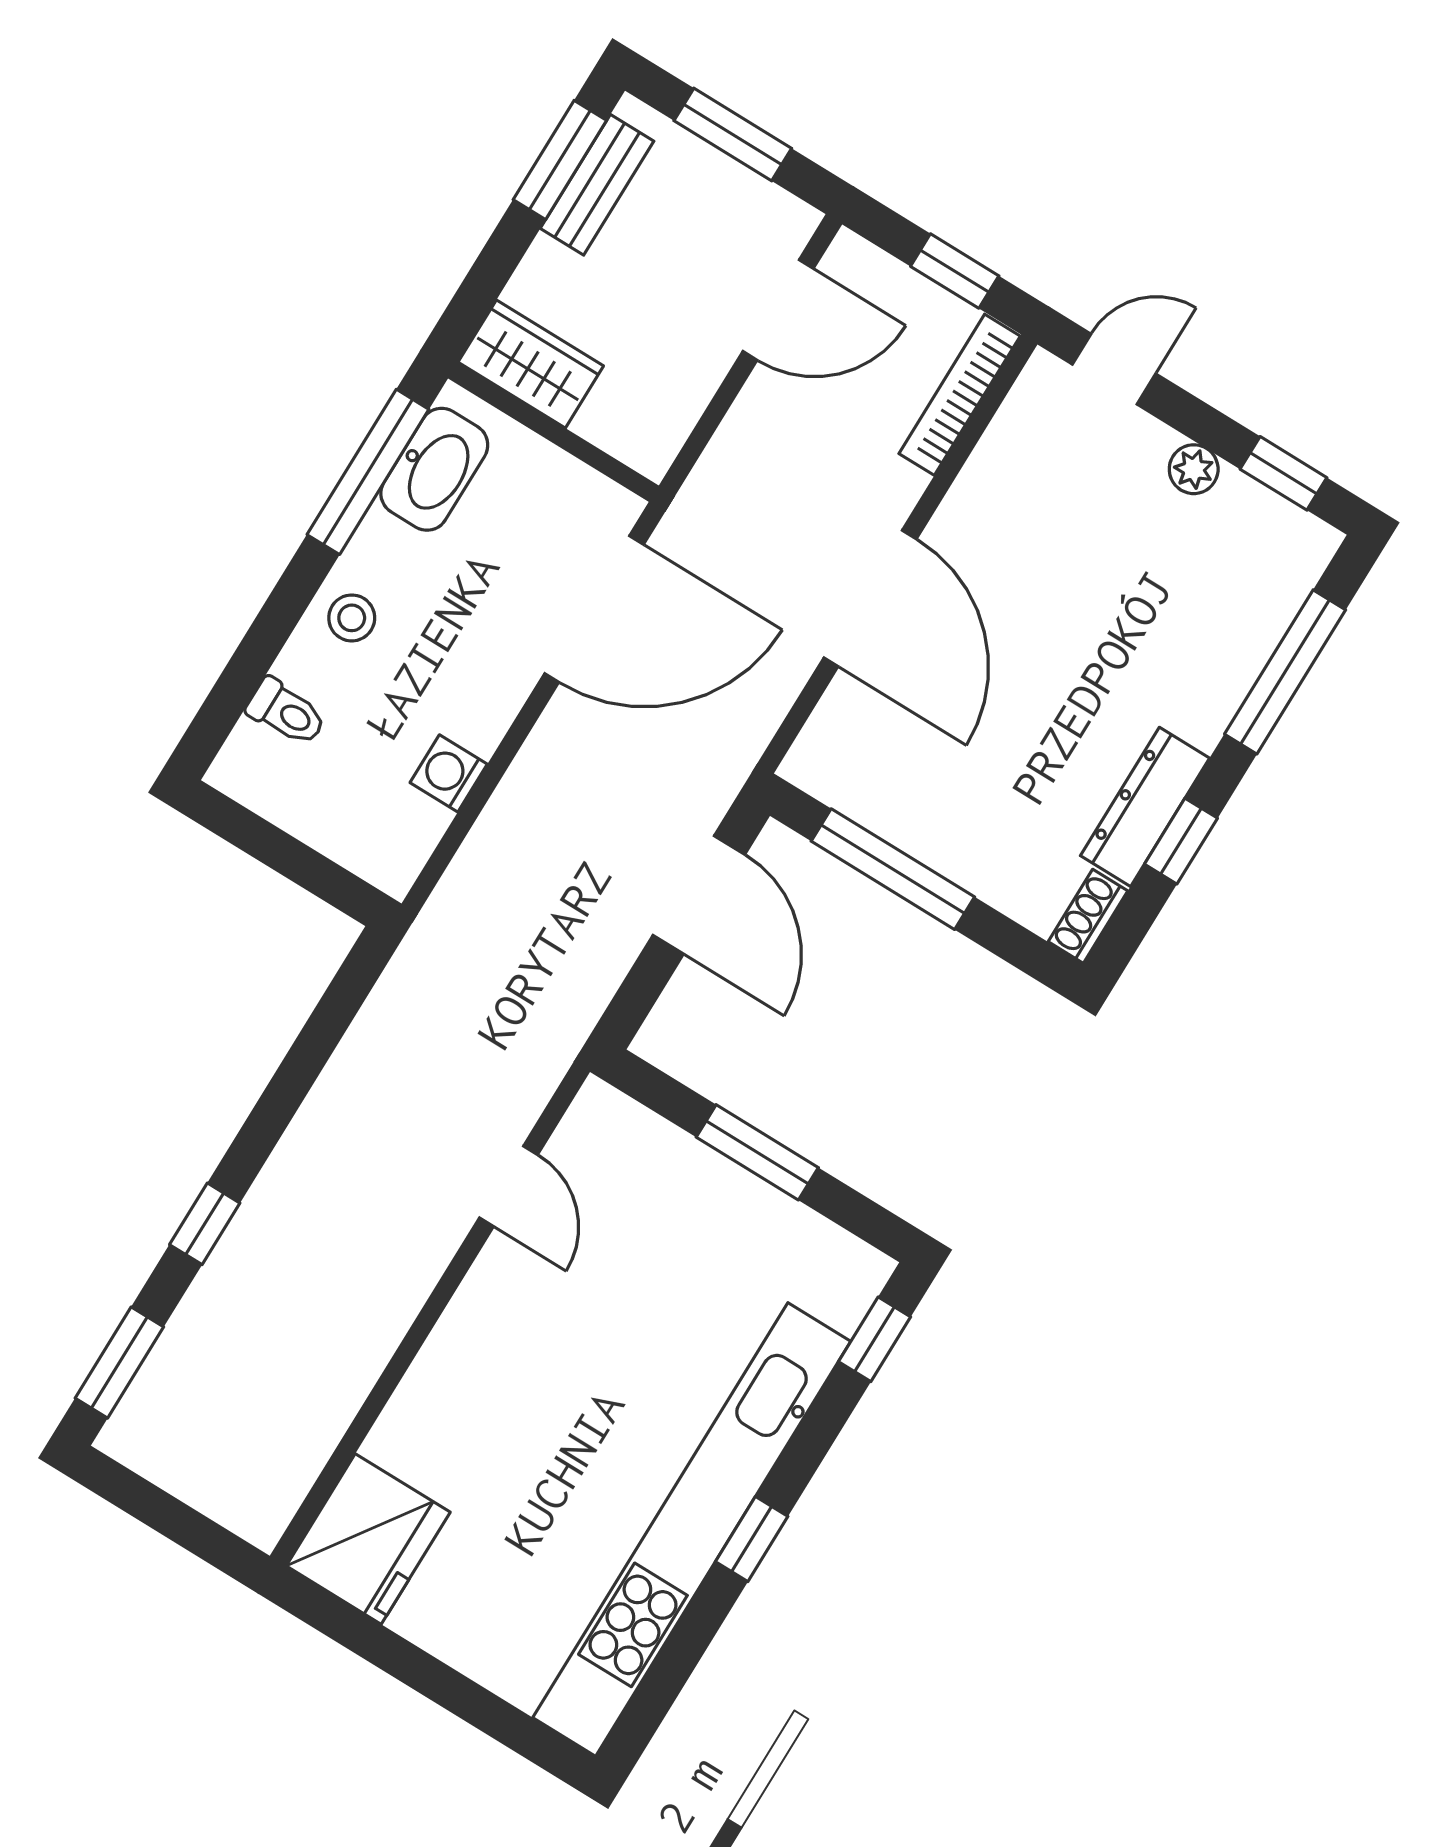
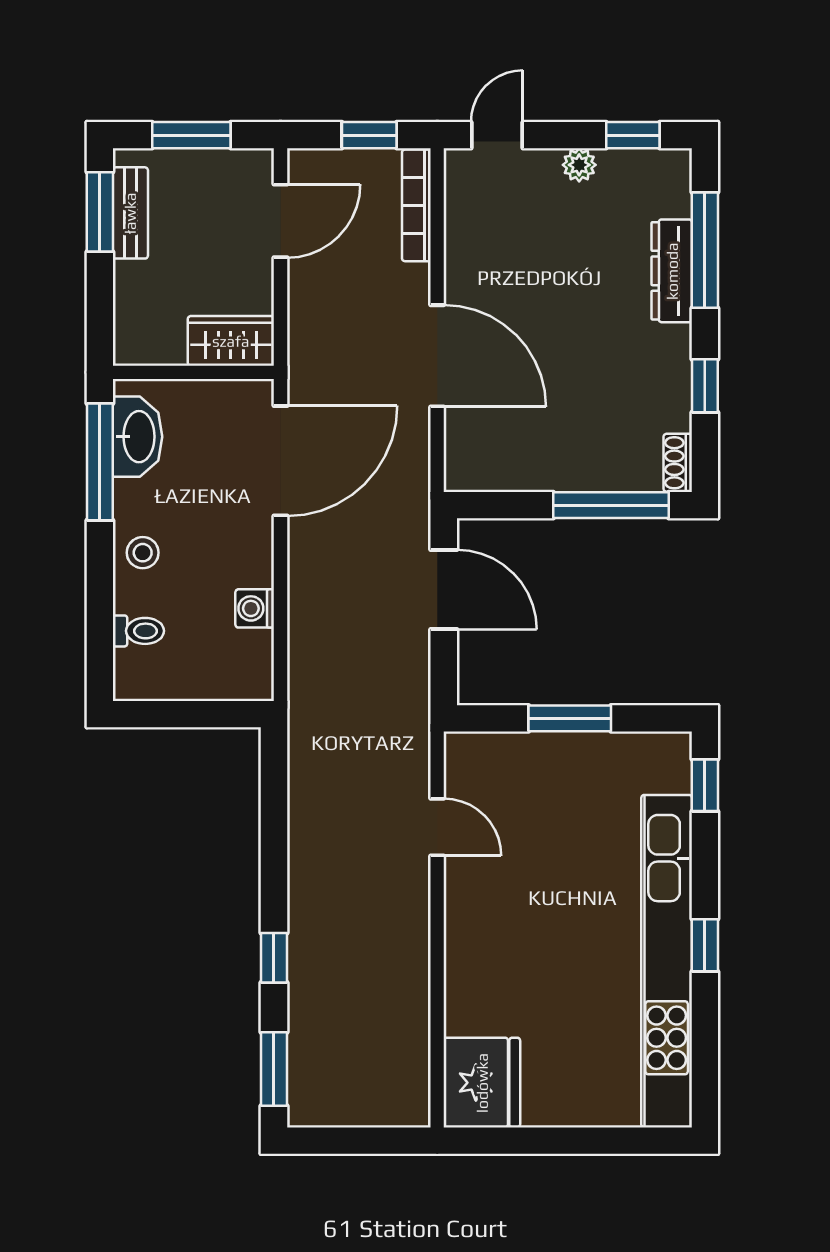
wardrobe: (531, 364) -> (231, 341), moved
dresser: (1145, 807) -> (672, 271), moved
window: (893, 869) -> (611, 505), moved

